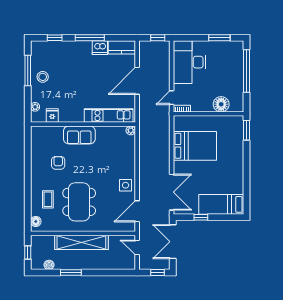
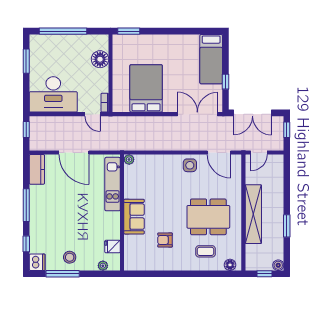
dishwasher: (100, 48) -> (37, 262), moved
boiler: (49, 265) -> (278, 265), moved

